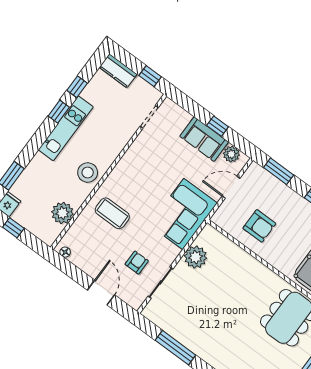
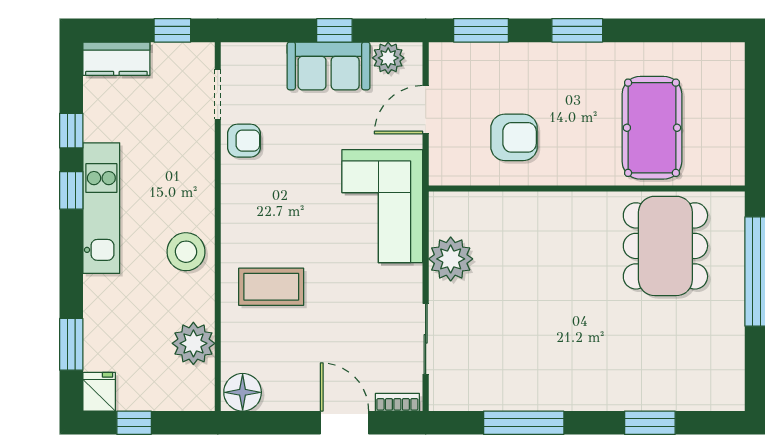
floor lamp: (65, 252) -> (243, 392), width x1.89, depth x1.89
armchair: (137, 263) -> (244, 141), moved, turned 90
bookcase: (129, 300) -> (397, 402), added

